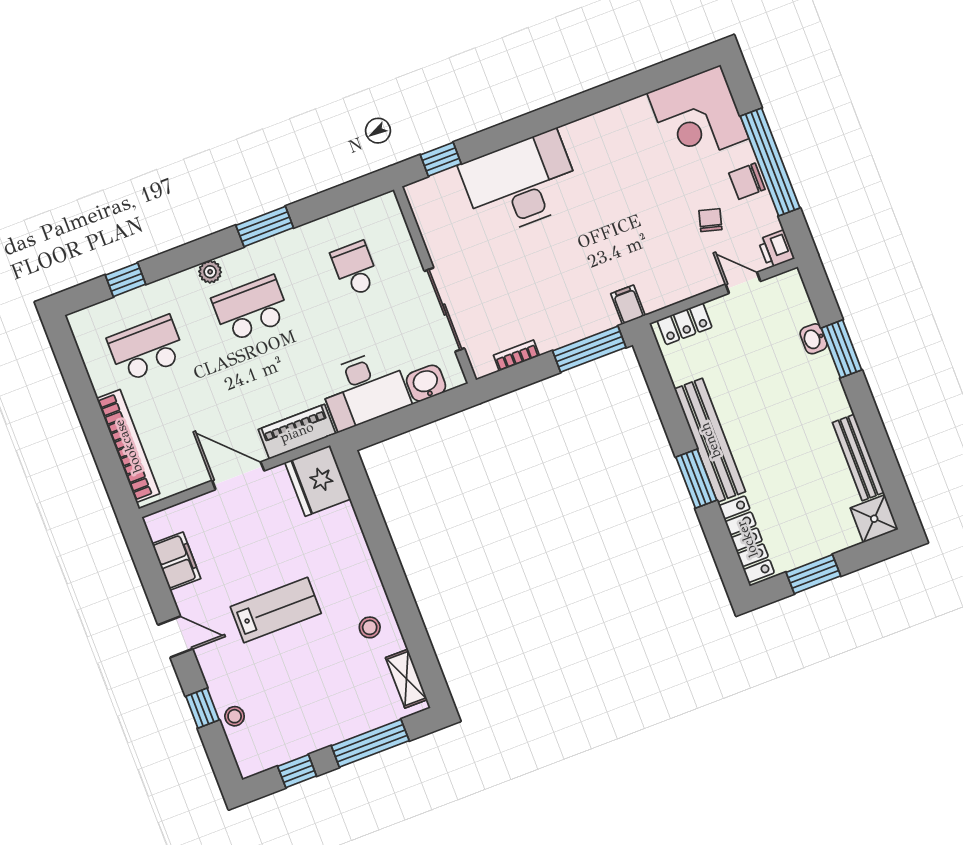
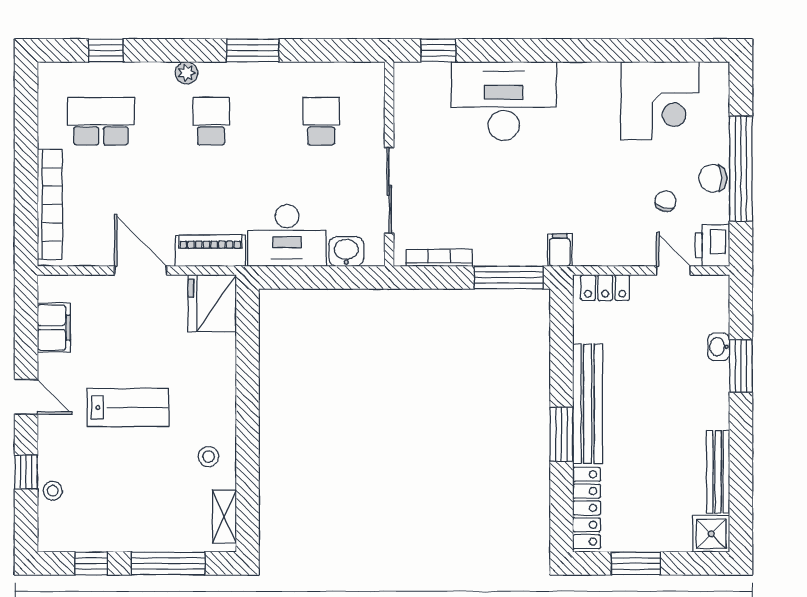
corner desk: (698, 116) -> (660, 101), moved, turned -90
printer: (776, 249) -> (712, 246), width x1.36, depth x1.24
school desk: (251, 309) -> (211, 121), width x0.54
bookcase: (516, 356) -> (439, 258), width x1.56

